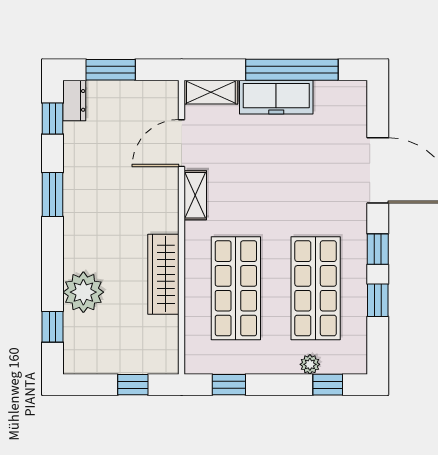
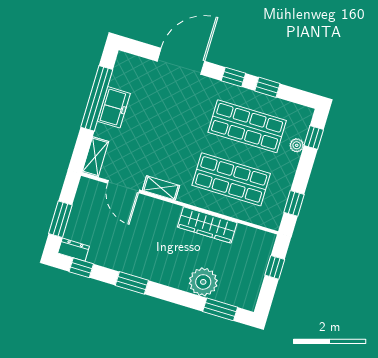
freezer: (276, 97) -> (114, 107), width x0.71
window: (52, 327) -> (220, 309), width x1.50

